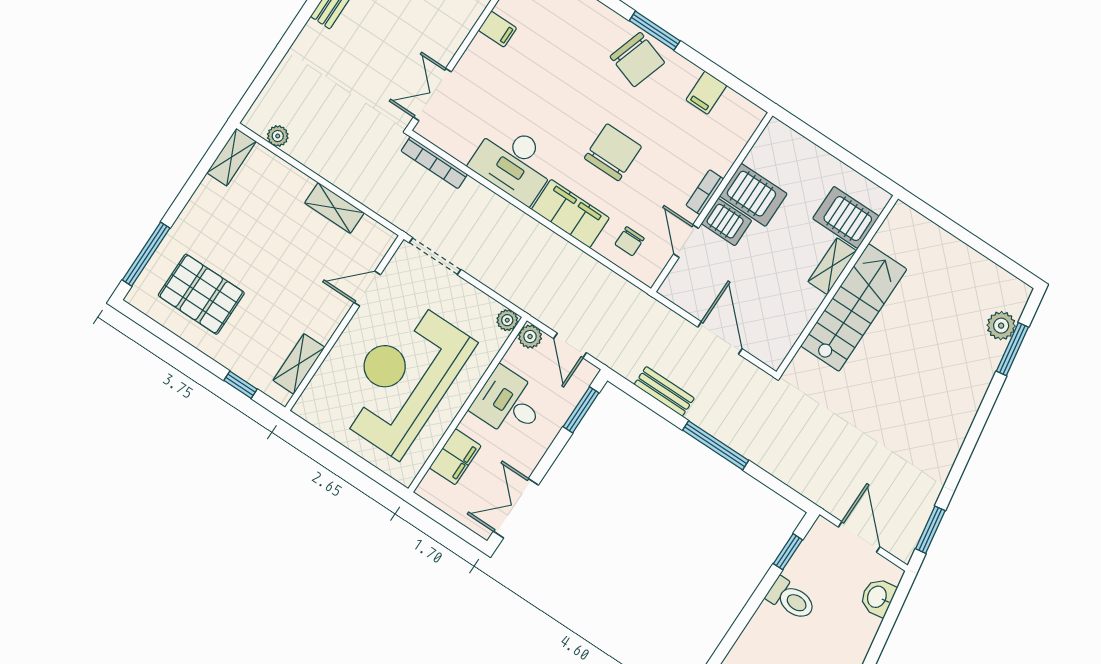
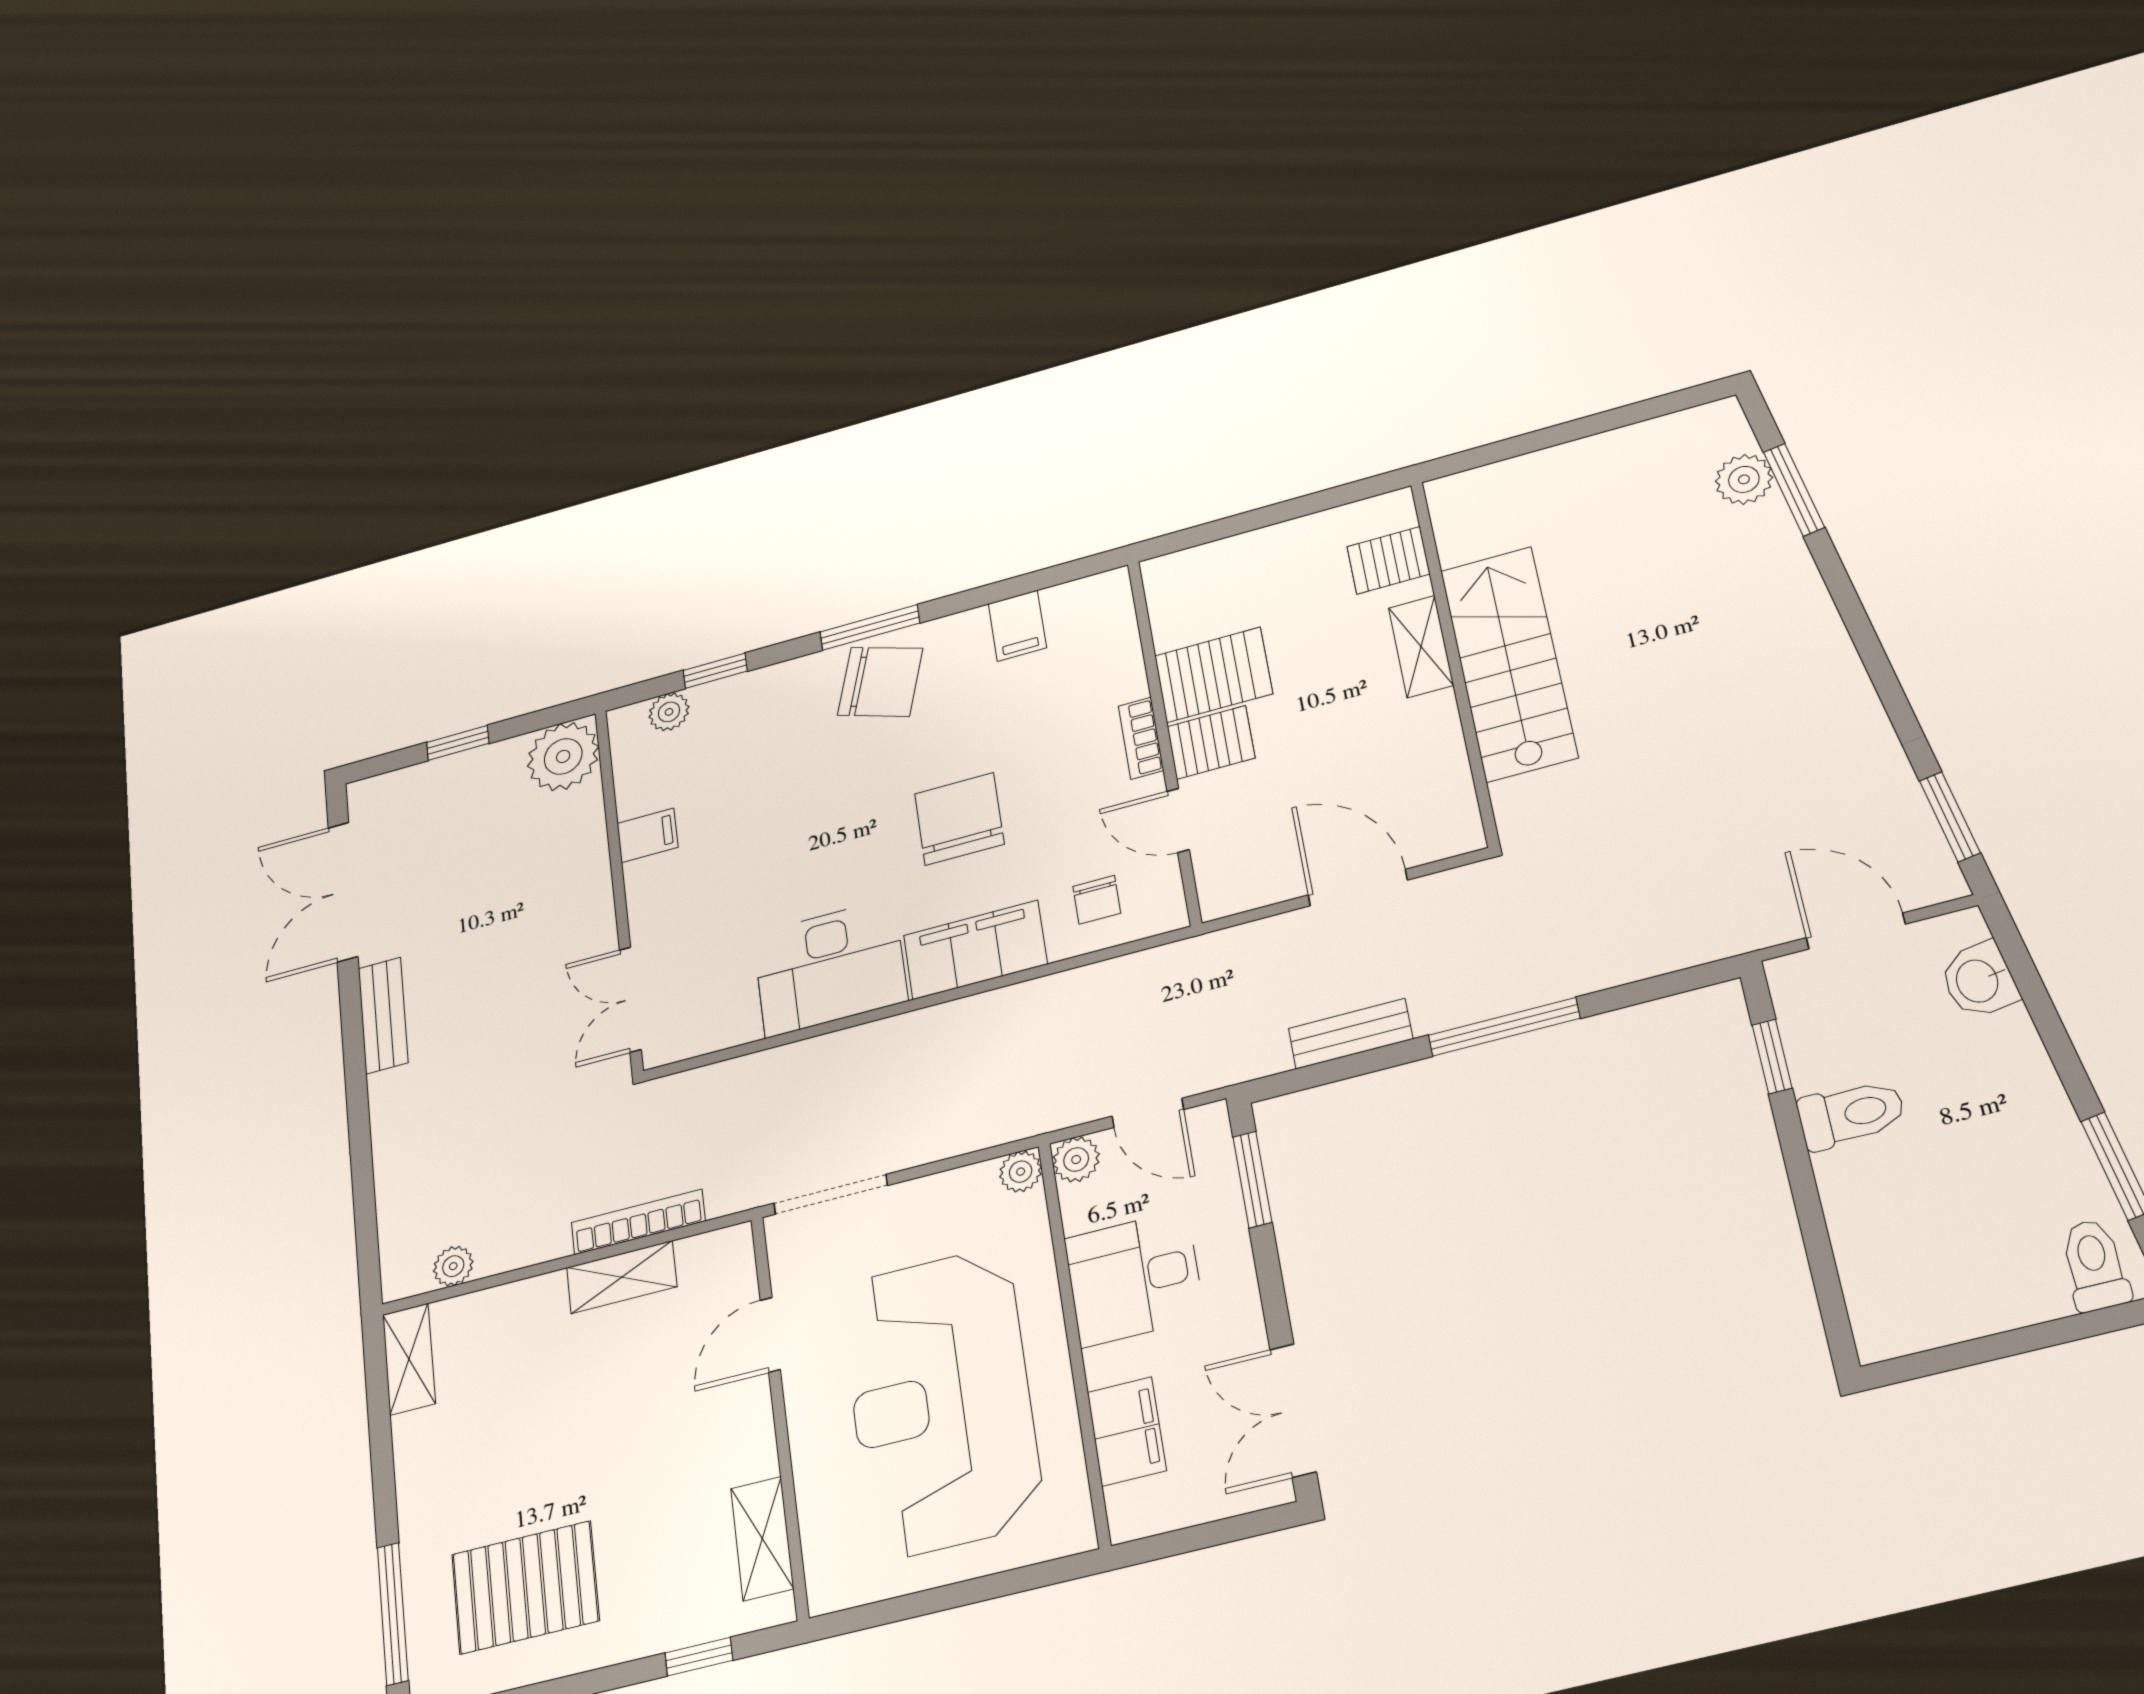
bookcase: (434, 163) -> (638, 1222), moved, turned 180
server rack: (846, 217) -> (1388, 560), width x0.73, depth x0.70

